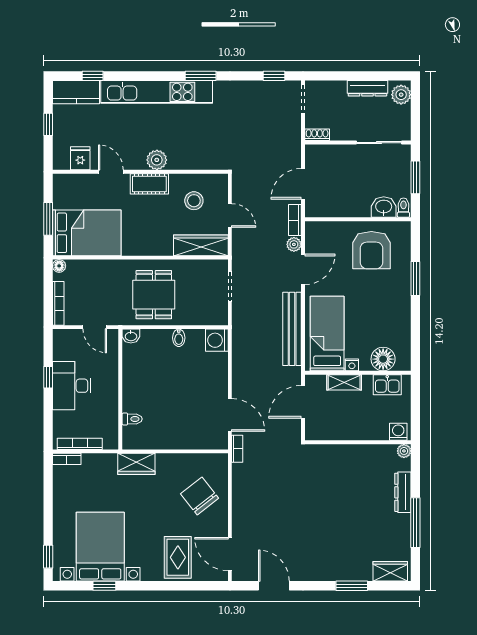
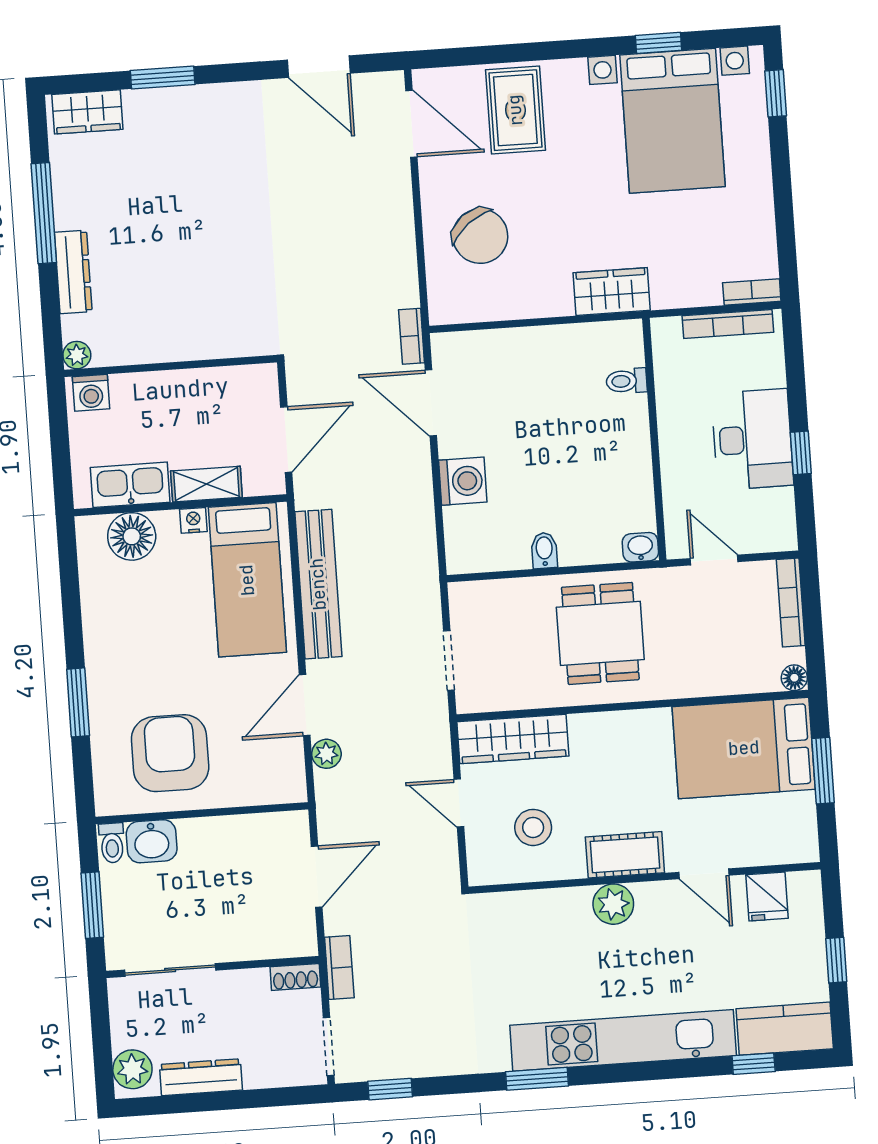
bookcase: (295, 220) -> (339, 968), moved
washing machine: (217, 340) -> (463, 481), moved
kitchen sink: (387, 385) -> (130, 485), width x1.38

